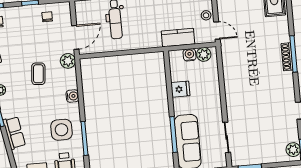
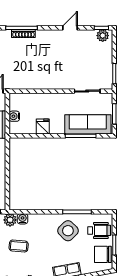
plant: (204, 54) -> (15, 104), removed
water cooler: (72, 96) -> (23, 219), moved
side table: (61, 130) -> (68, 231), turned 45

